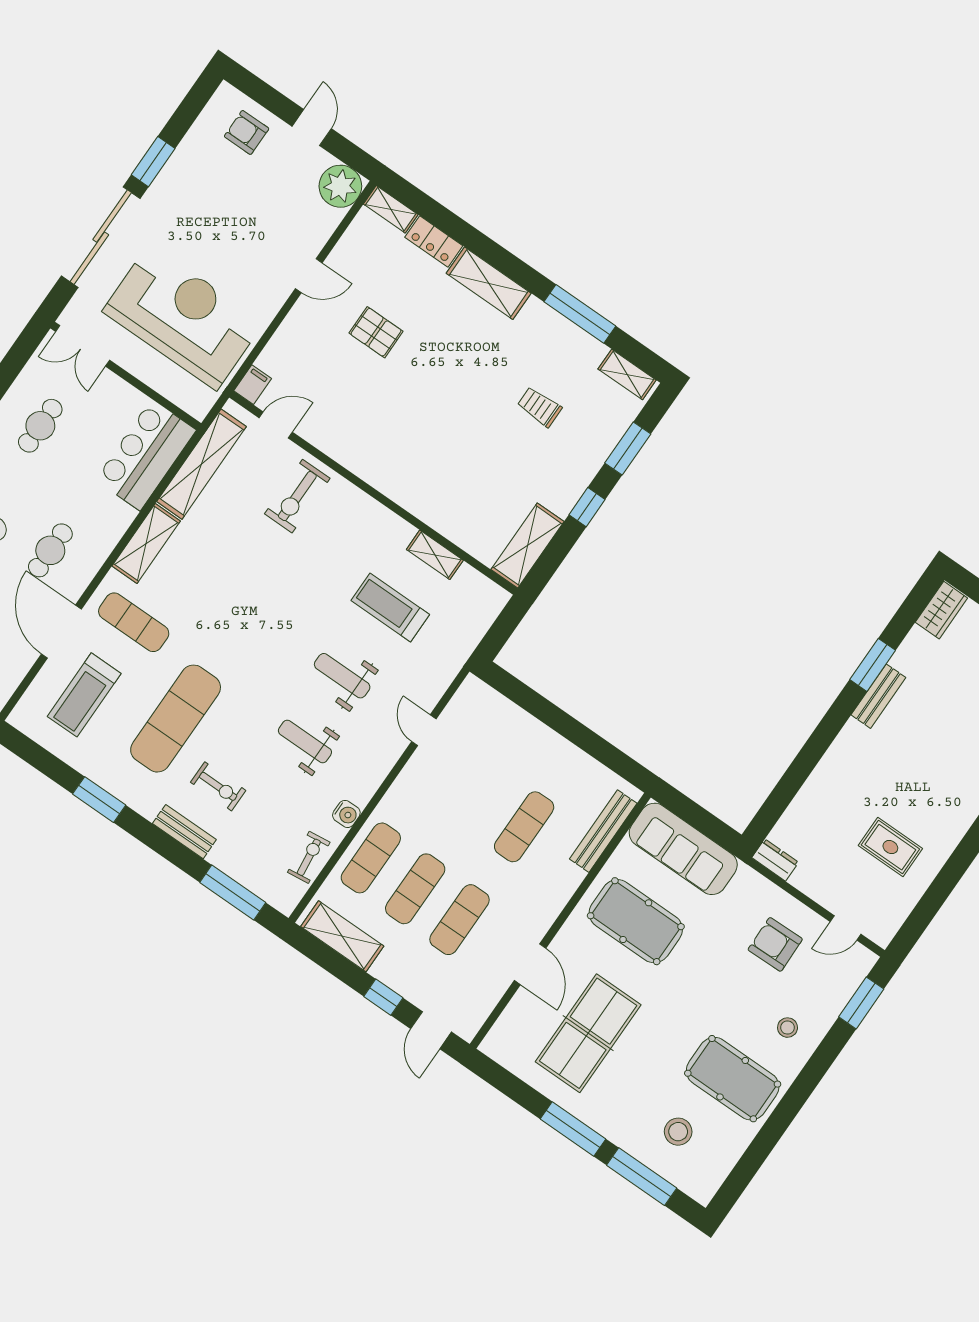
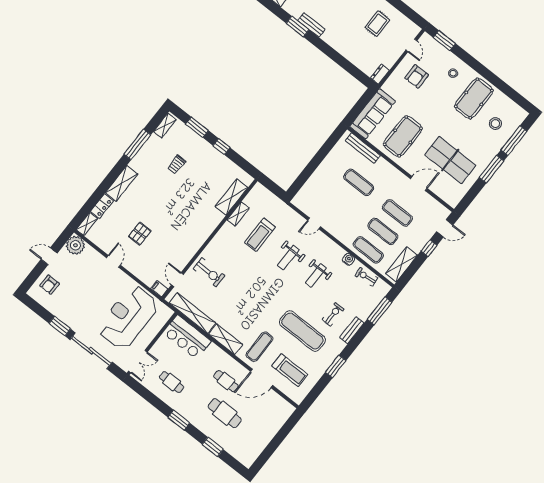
shelving: (528, 546) -> (231, 197), moved, turned 90

